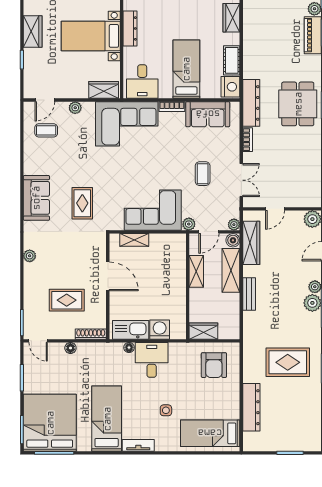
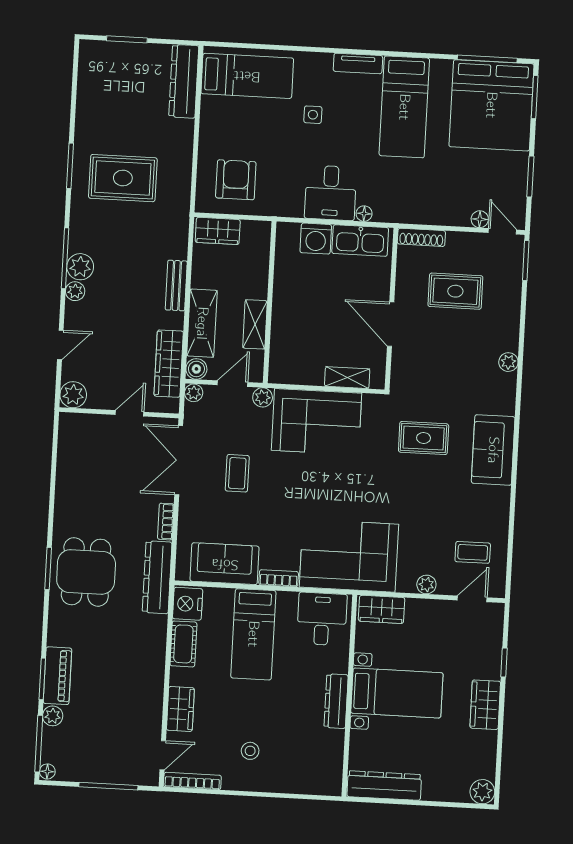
double door: (241, 180) -> (179, 460), width x1.37
rug: (82, 203) -> (424, 438), turned 90
wardrobe: (203, 331) -> (218, 231), moved
floor lamp: (70, 348) -> (480, 219), moved
dresser: (251, 407) -> (184, 81), moved

